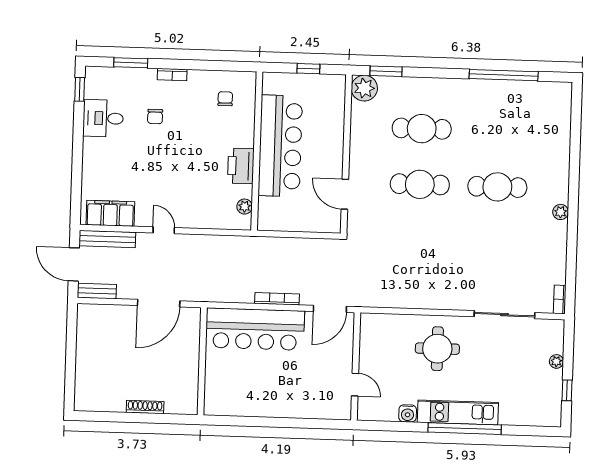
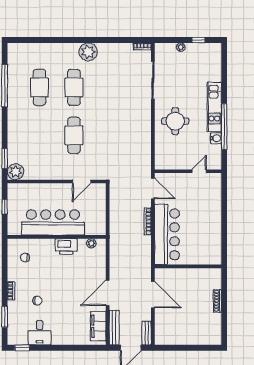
cafe table: (422, 129) -> (39, 87), moved
plant: (561, 212) -> (88, 52), width x1.87, depth x1.87
door: (164, 230) -> (108, 293), width x1.87
window: (465, 429) -> (224, 127), moved

